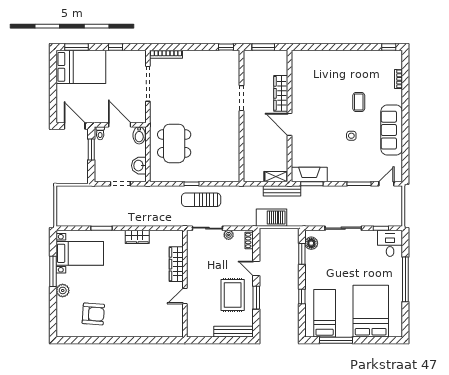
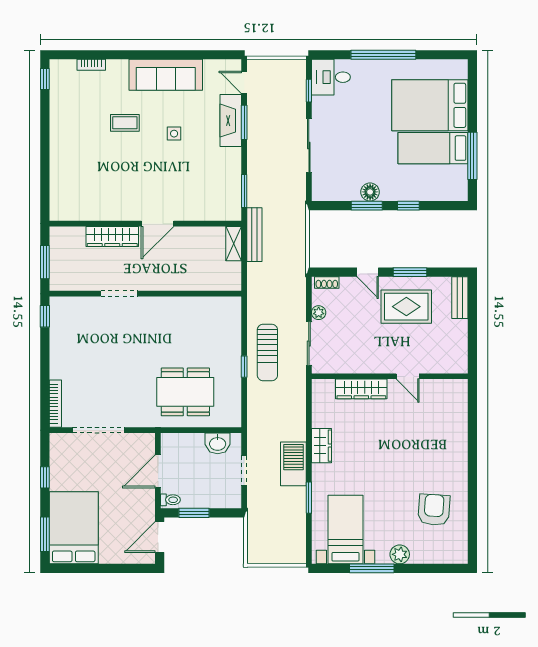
bidet: (139, 135) -> (173, 443), removed
fireplace: (309, 175) -> (231, 121), moved
barbecue: (272, 218) -> (293, 464), moved
floor lamp: (311, 243) -> (370, 192), moved
window: (302, 254) -> (367, 206), moved
door: (256, 268) -> (368, 272), hinge flipped
bed: (325, 313) -> (433, 148), moved
bench: (234, 332) -> (460, 298), width x0.73

